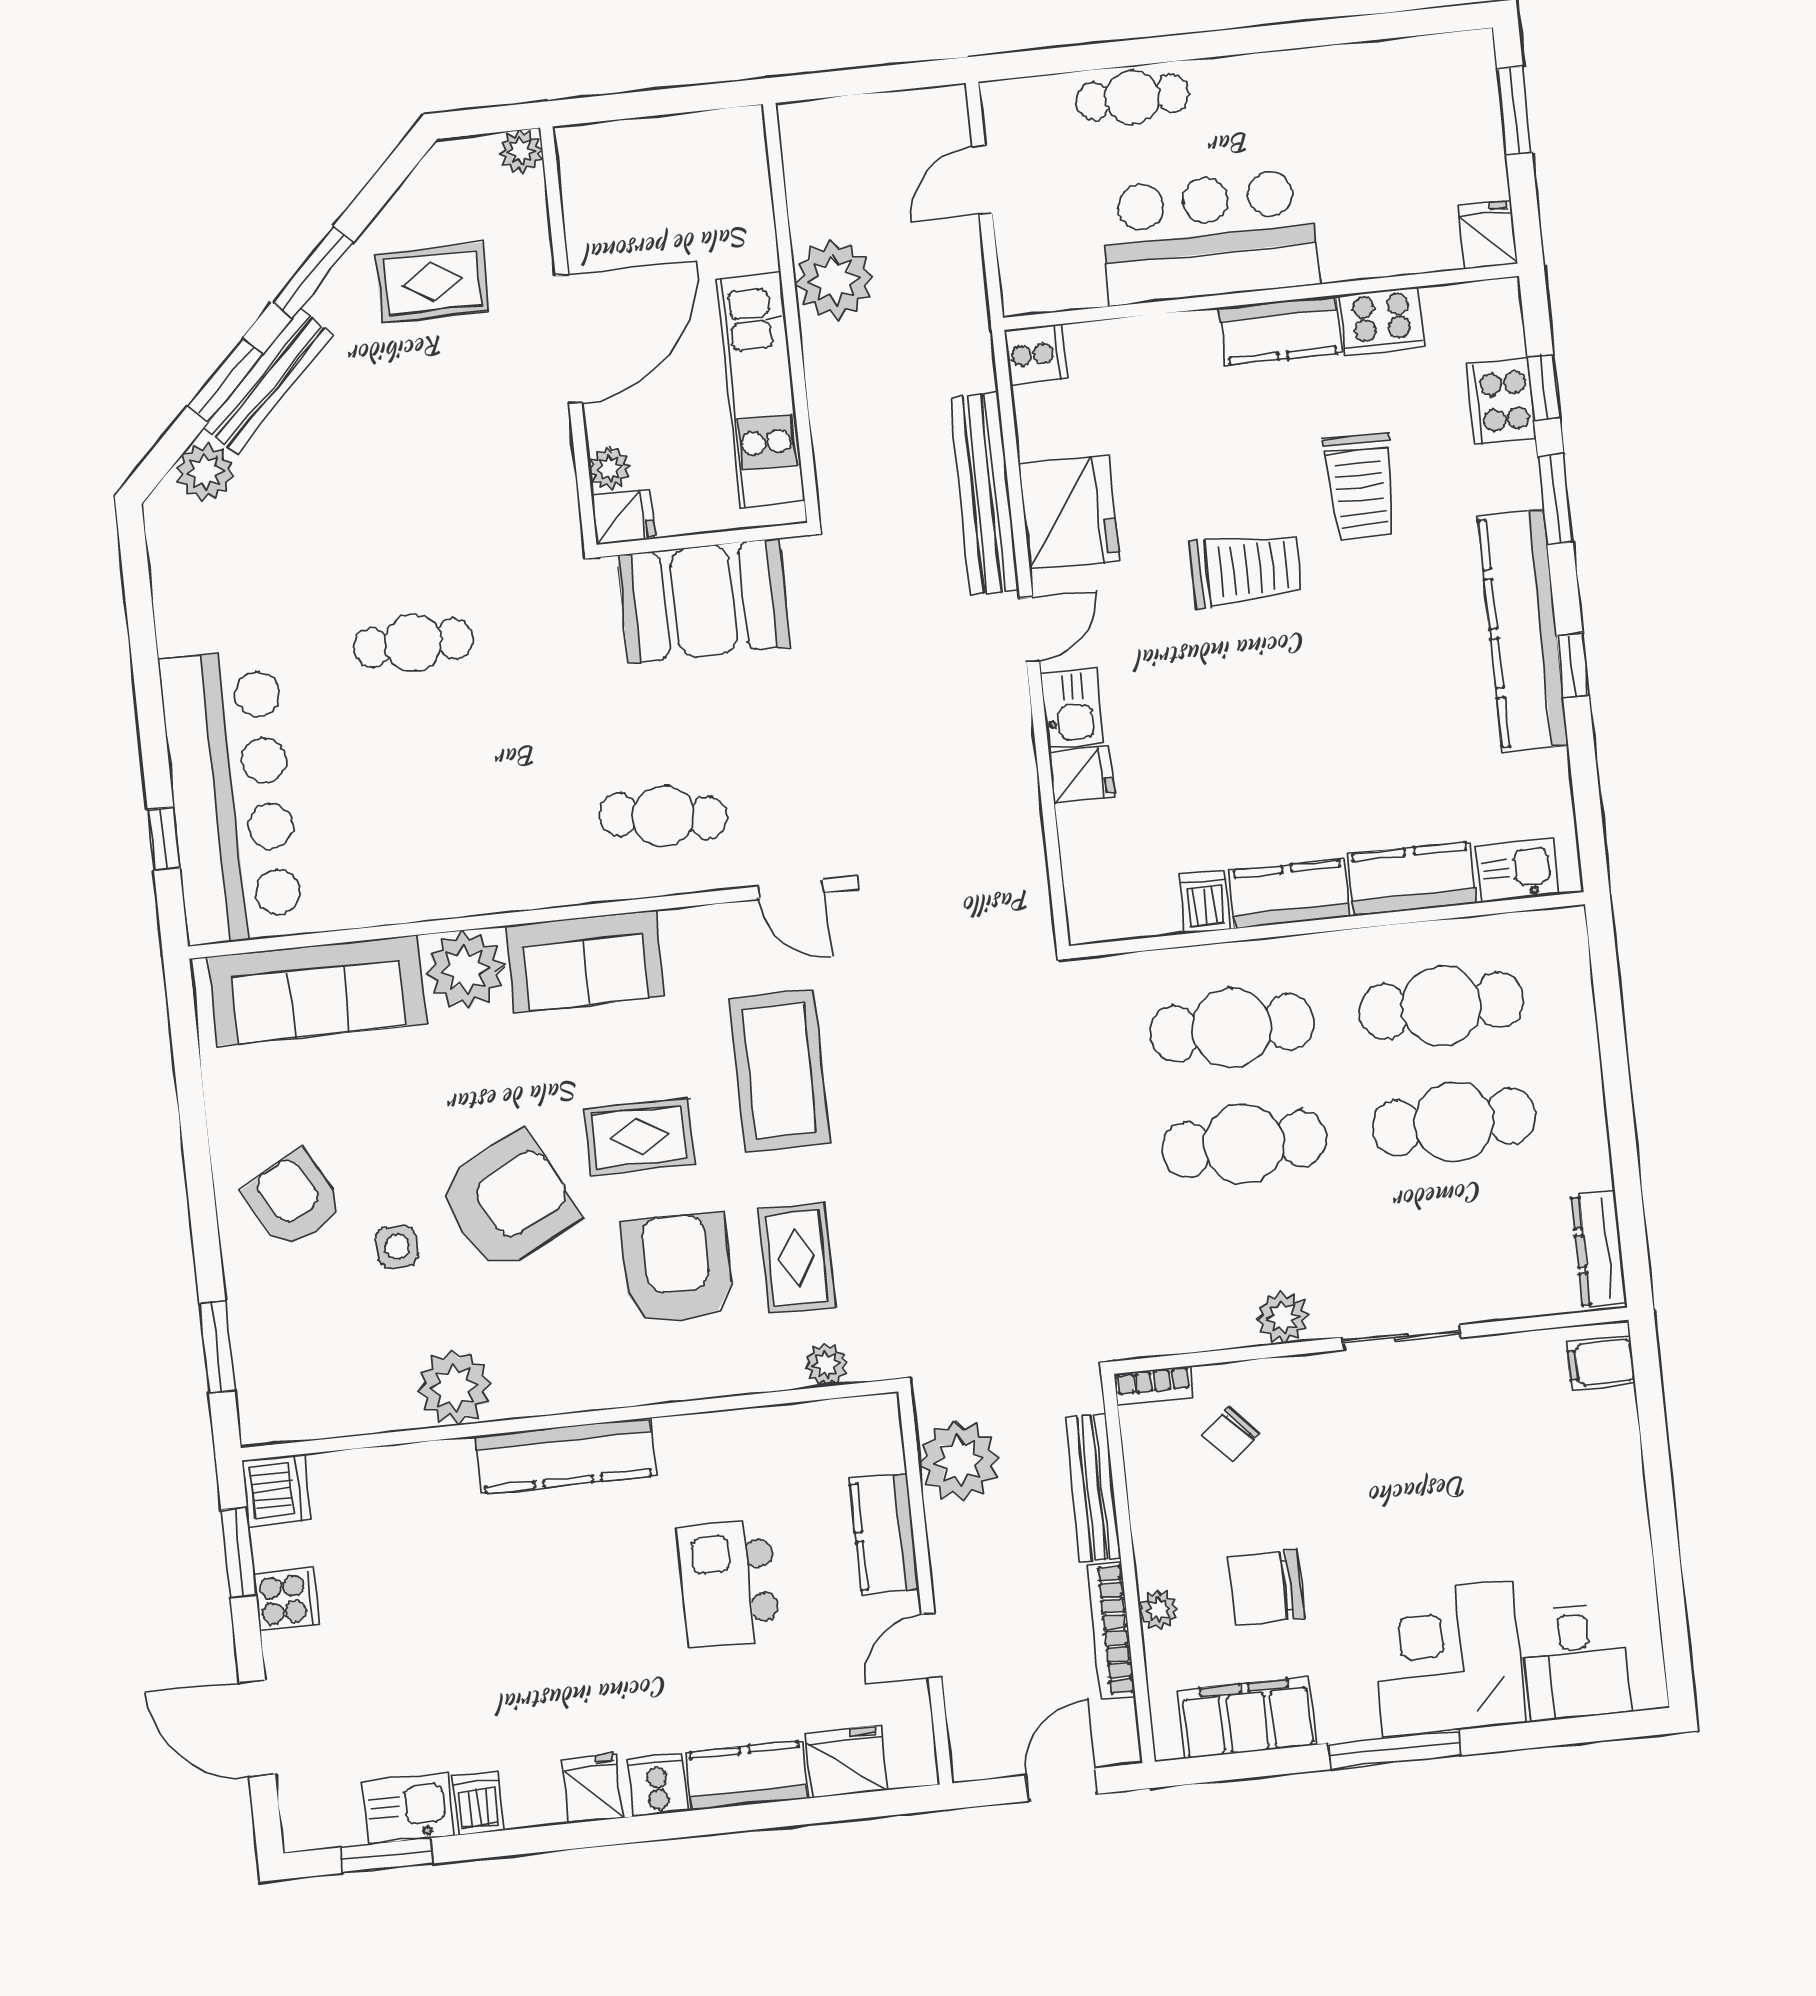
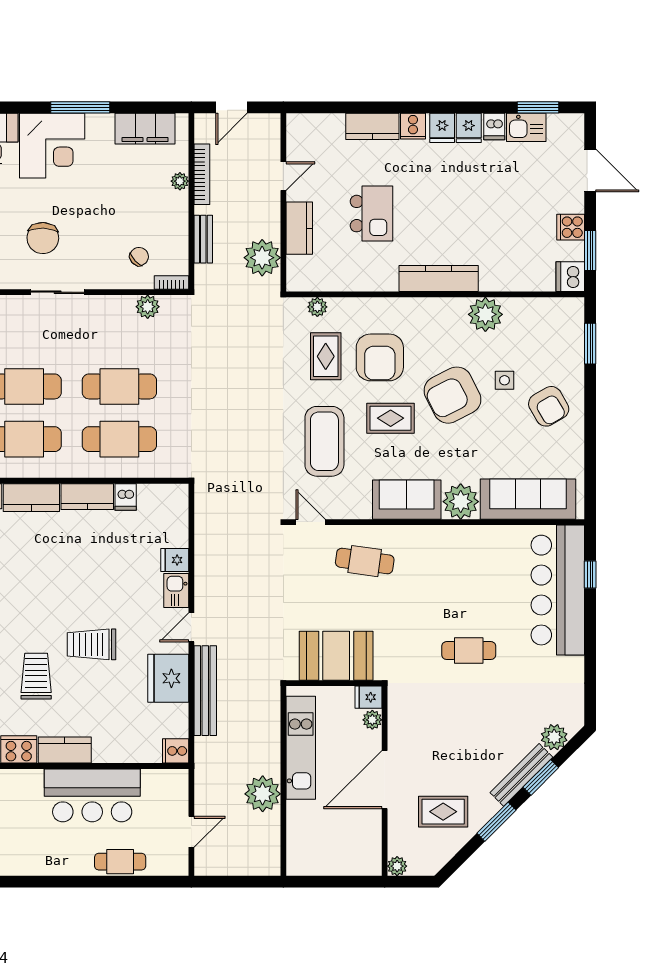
plant: (1283, 1317) -> (148, 307), moved
bench: (1093, 1488) -> (203, 239), width x0.73
chair: (1266, 1587) -> (43, 238), moved, turned 92
fridge: (847, 1761) -> (469, 128), moved, width x0.72

